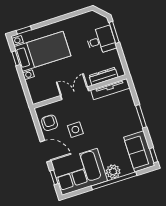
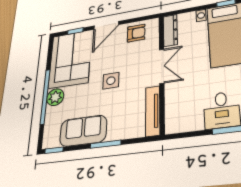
dresser: (104, 76) -> (170, 30), moved
side table: (75, 130) -> (111, 81), moved
sofa: (139, 151) -> (83, 131), moved

